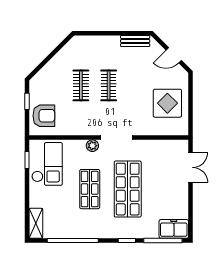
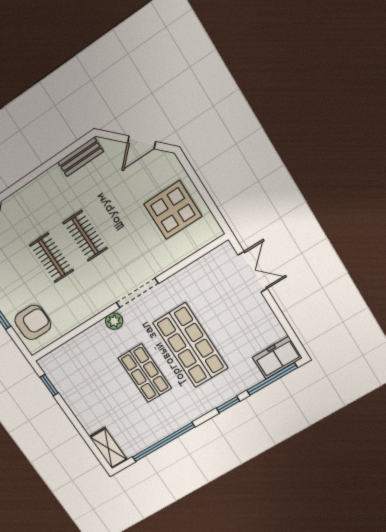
checkout: (47, 164) -> (75, 375), removed

